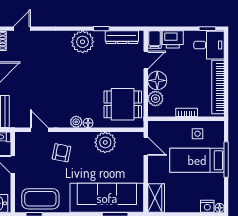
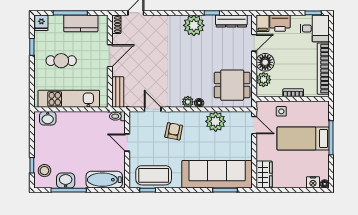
side table: (197, 134) -> (281, 111), moved

